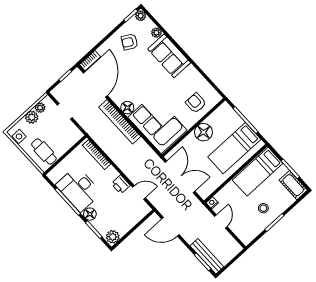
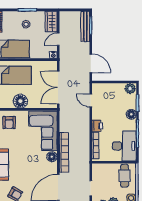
printer: (121, 184) -> (97, 126), moved
desk: (79, 189) -> (124, 146), moved
wardrobe: (242, 232) -> (51, 22), added

